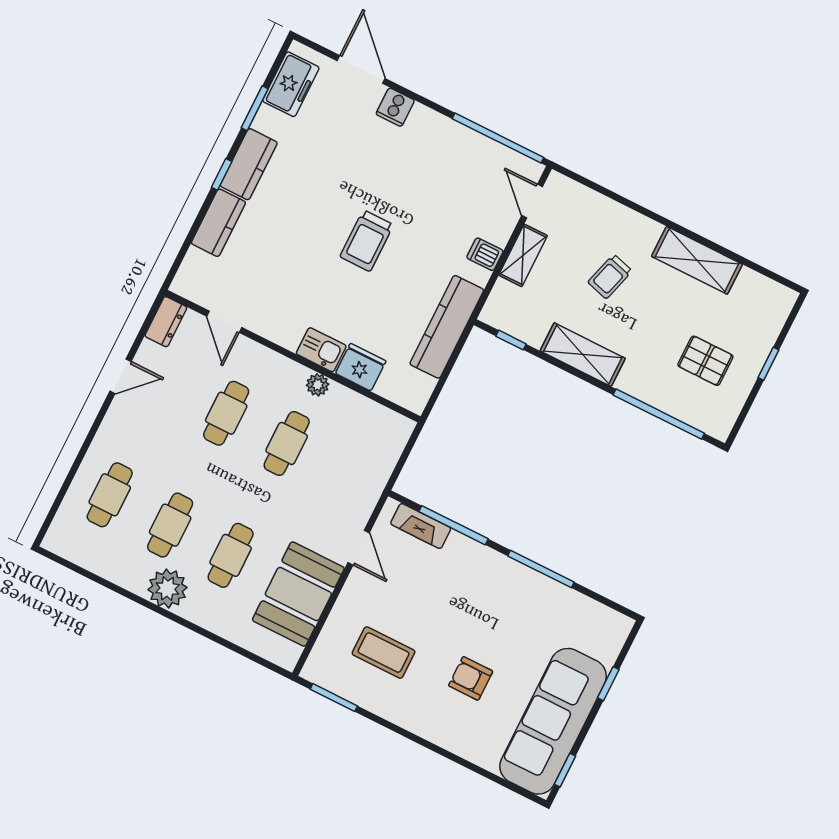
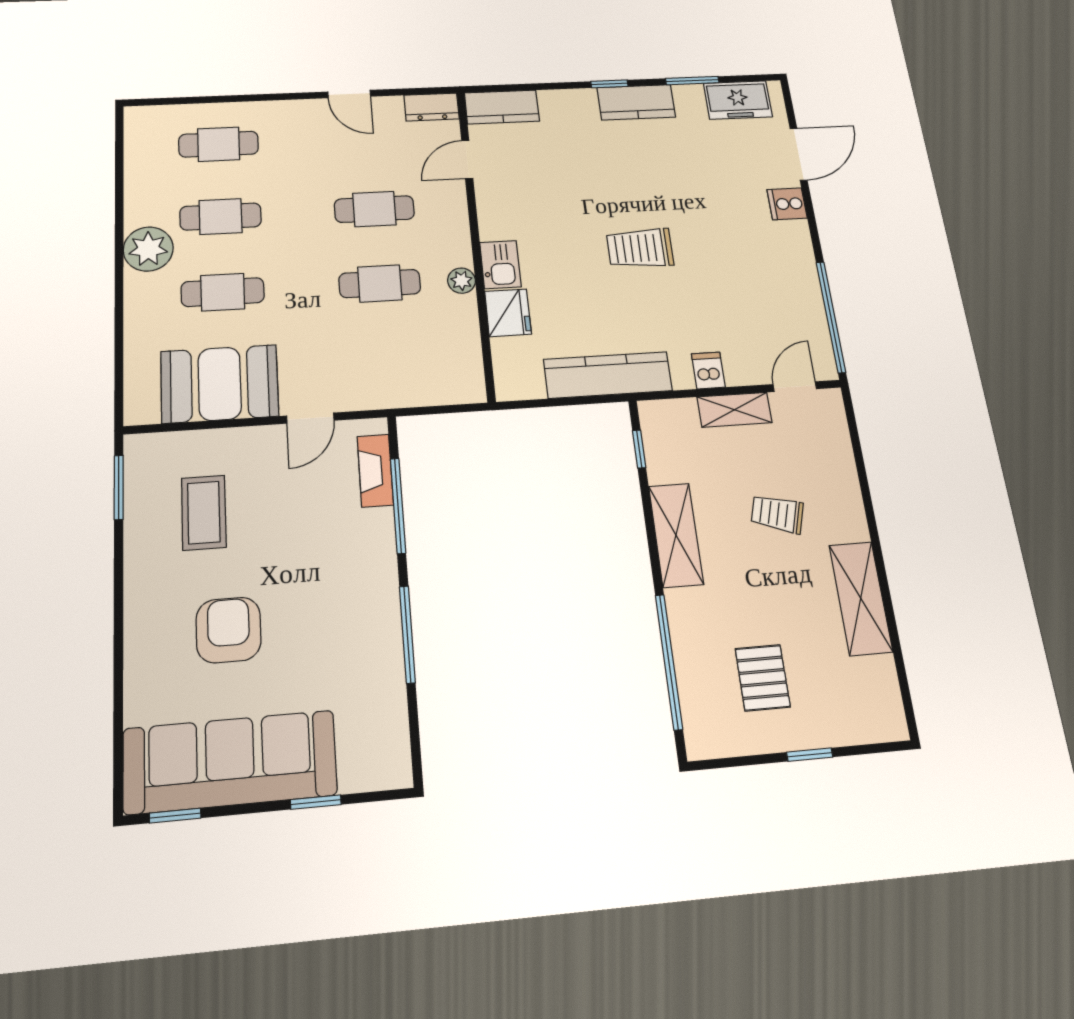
kitchen counter: (218, 223) -> (502, 107), moved
armchair: (471, 678) -> (228, 630), width x1.38, depth x1.38

